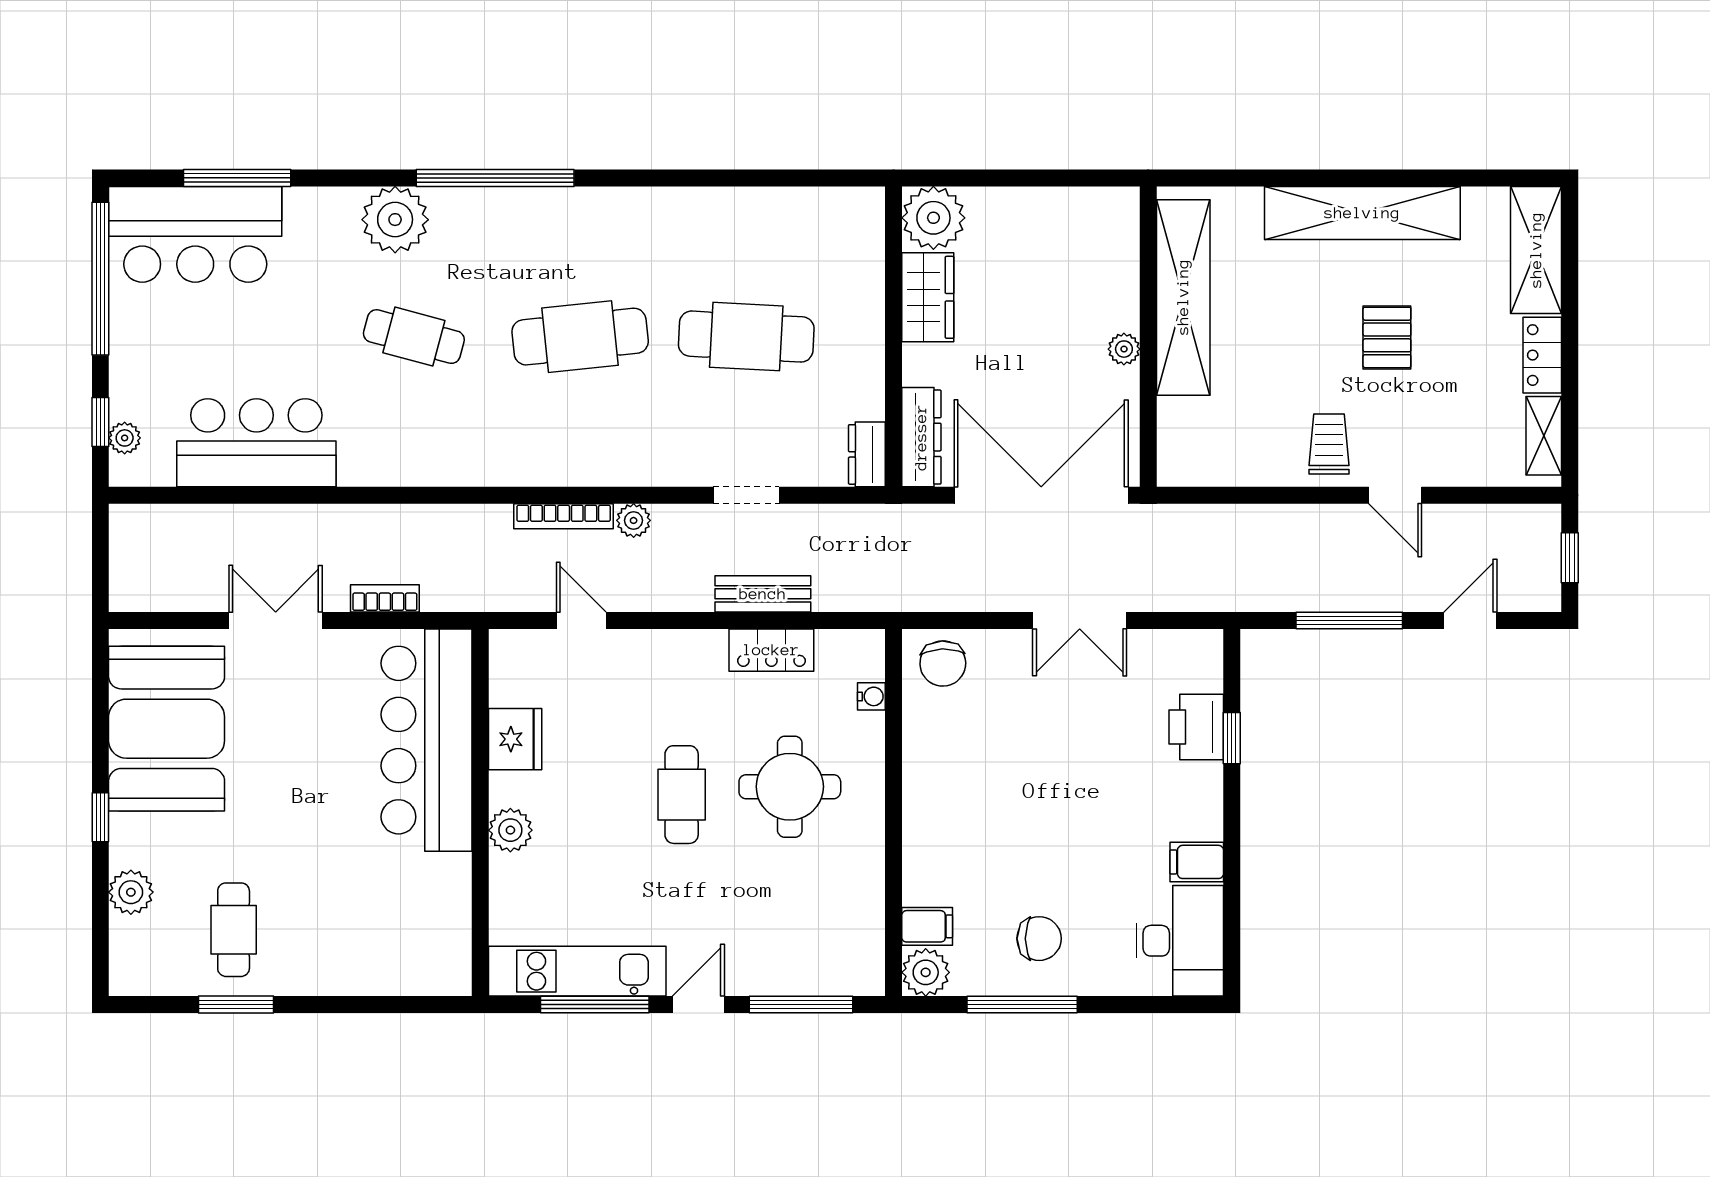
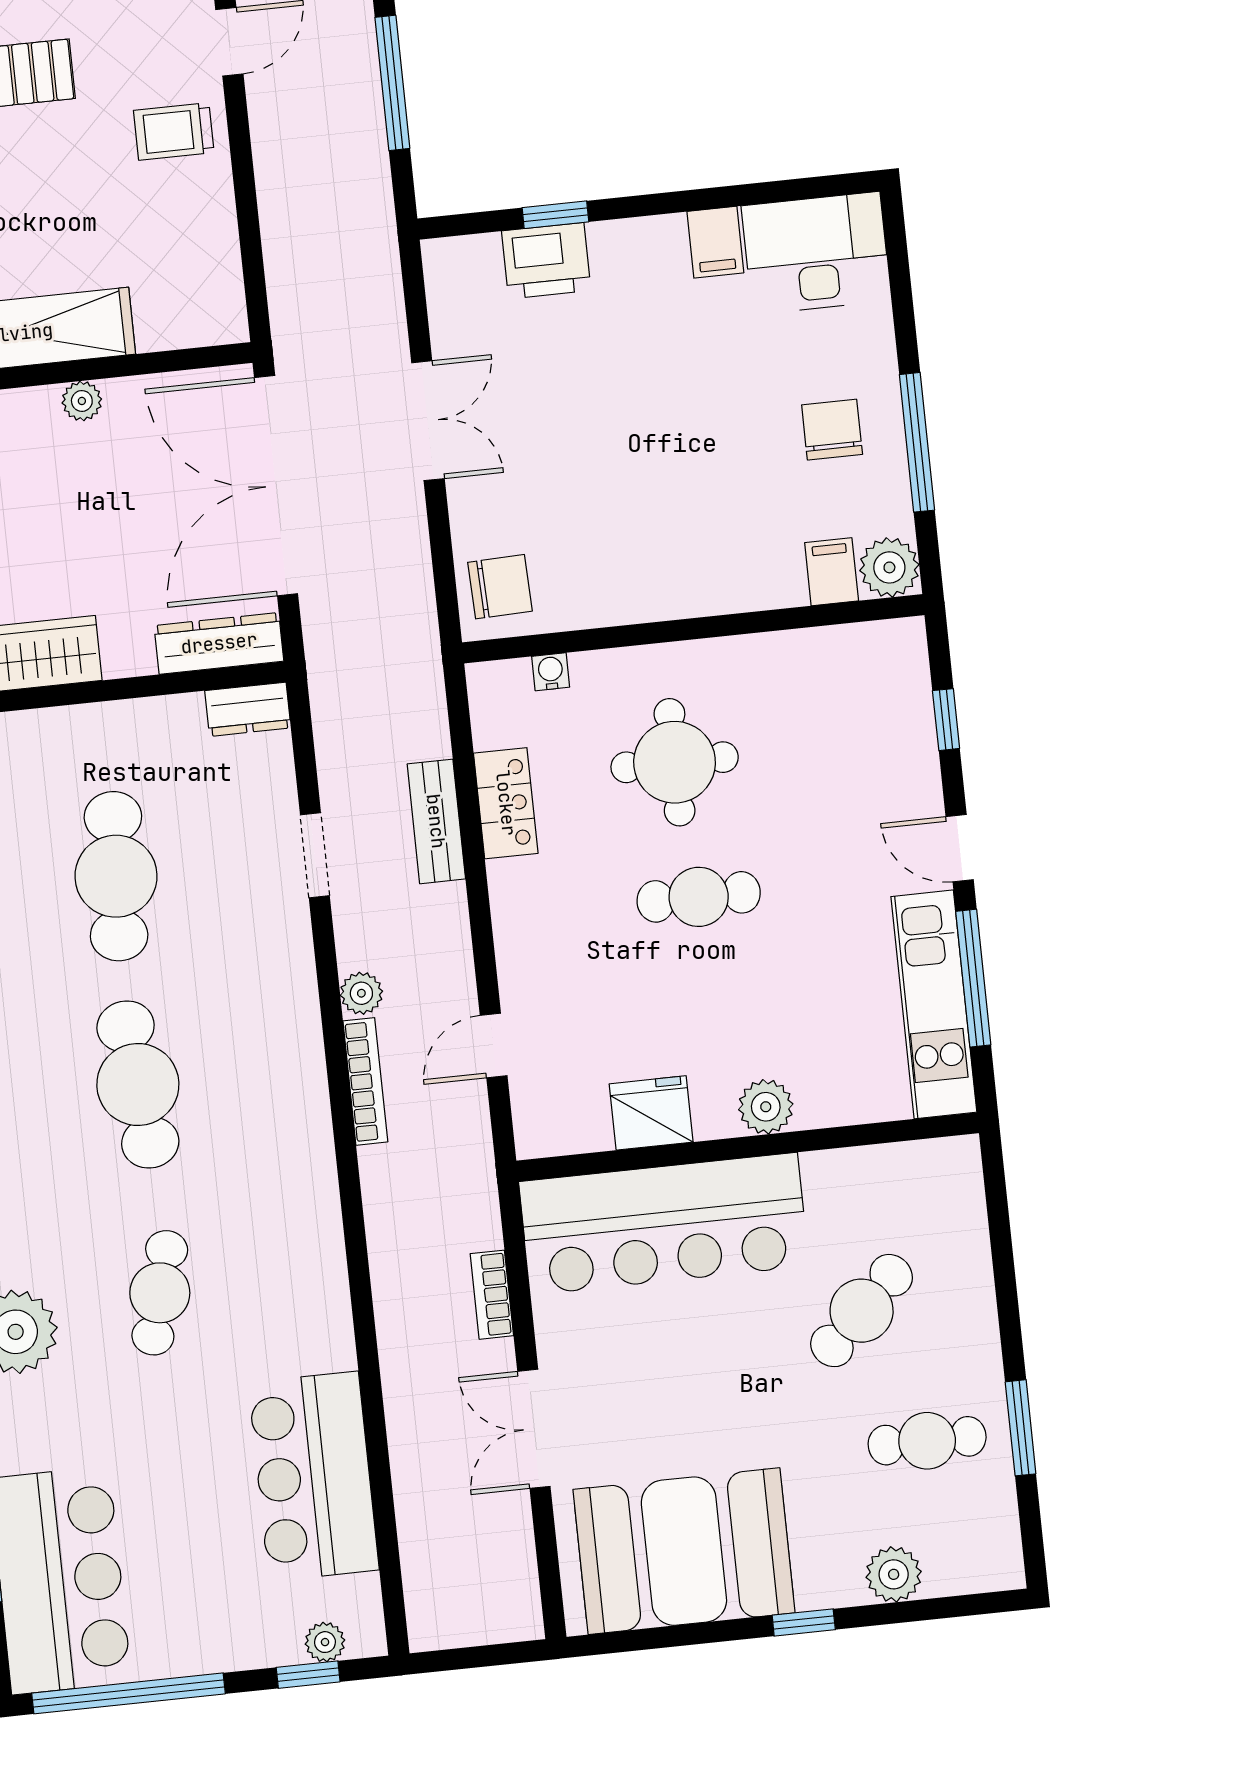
cafe table: (342, 889) -> (862, 1311), added
window: (801, 1005) -> (946, 720), width x0.46

